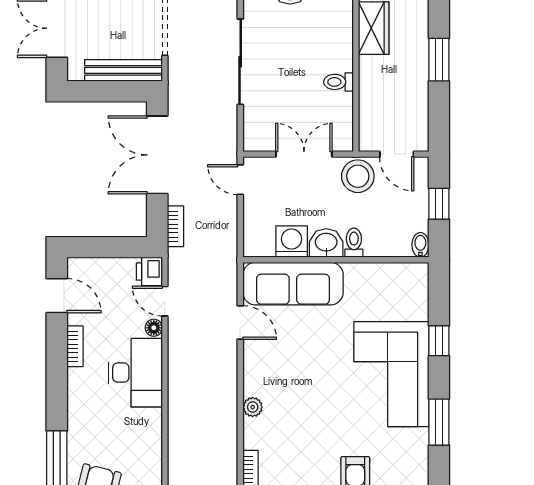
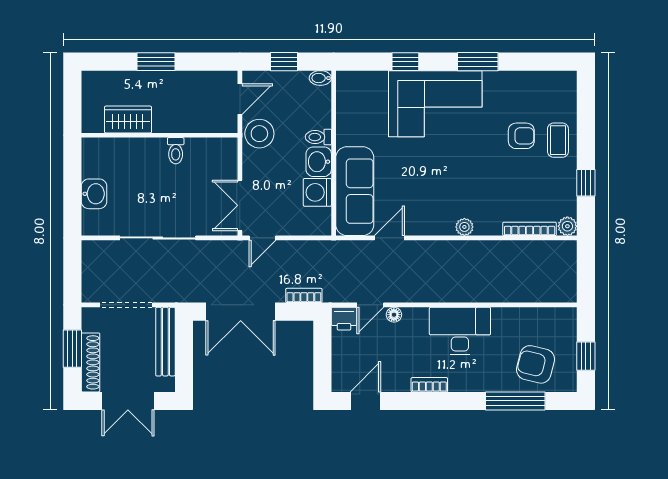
double door: (304, 154) -> (240, 205), moved
bookcase: (75, 346) -> (429, 385), moved
desk: (135, 373) -> (460, 331), moved

